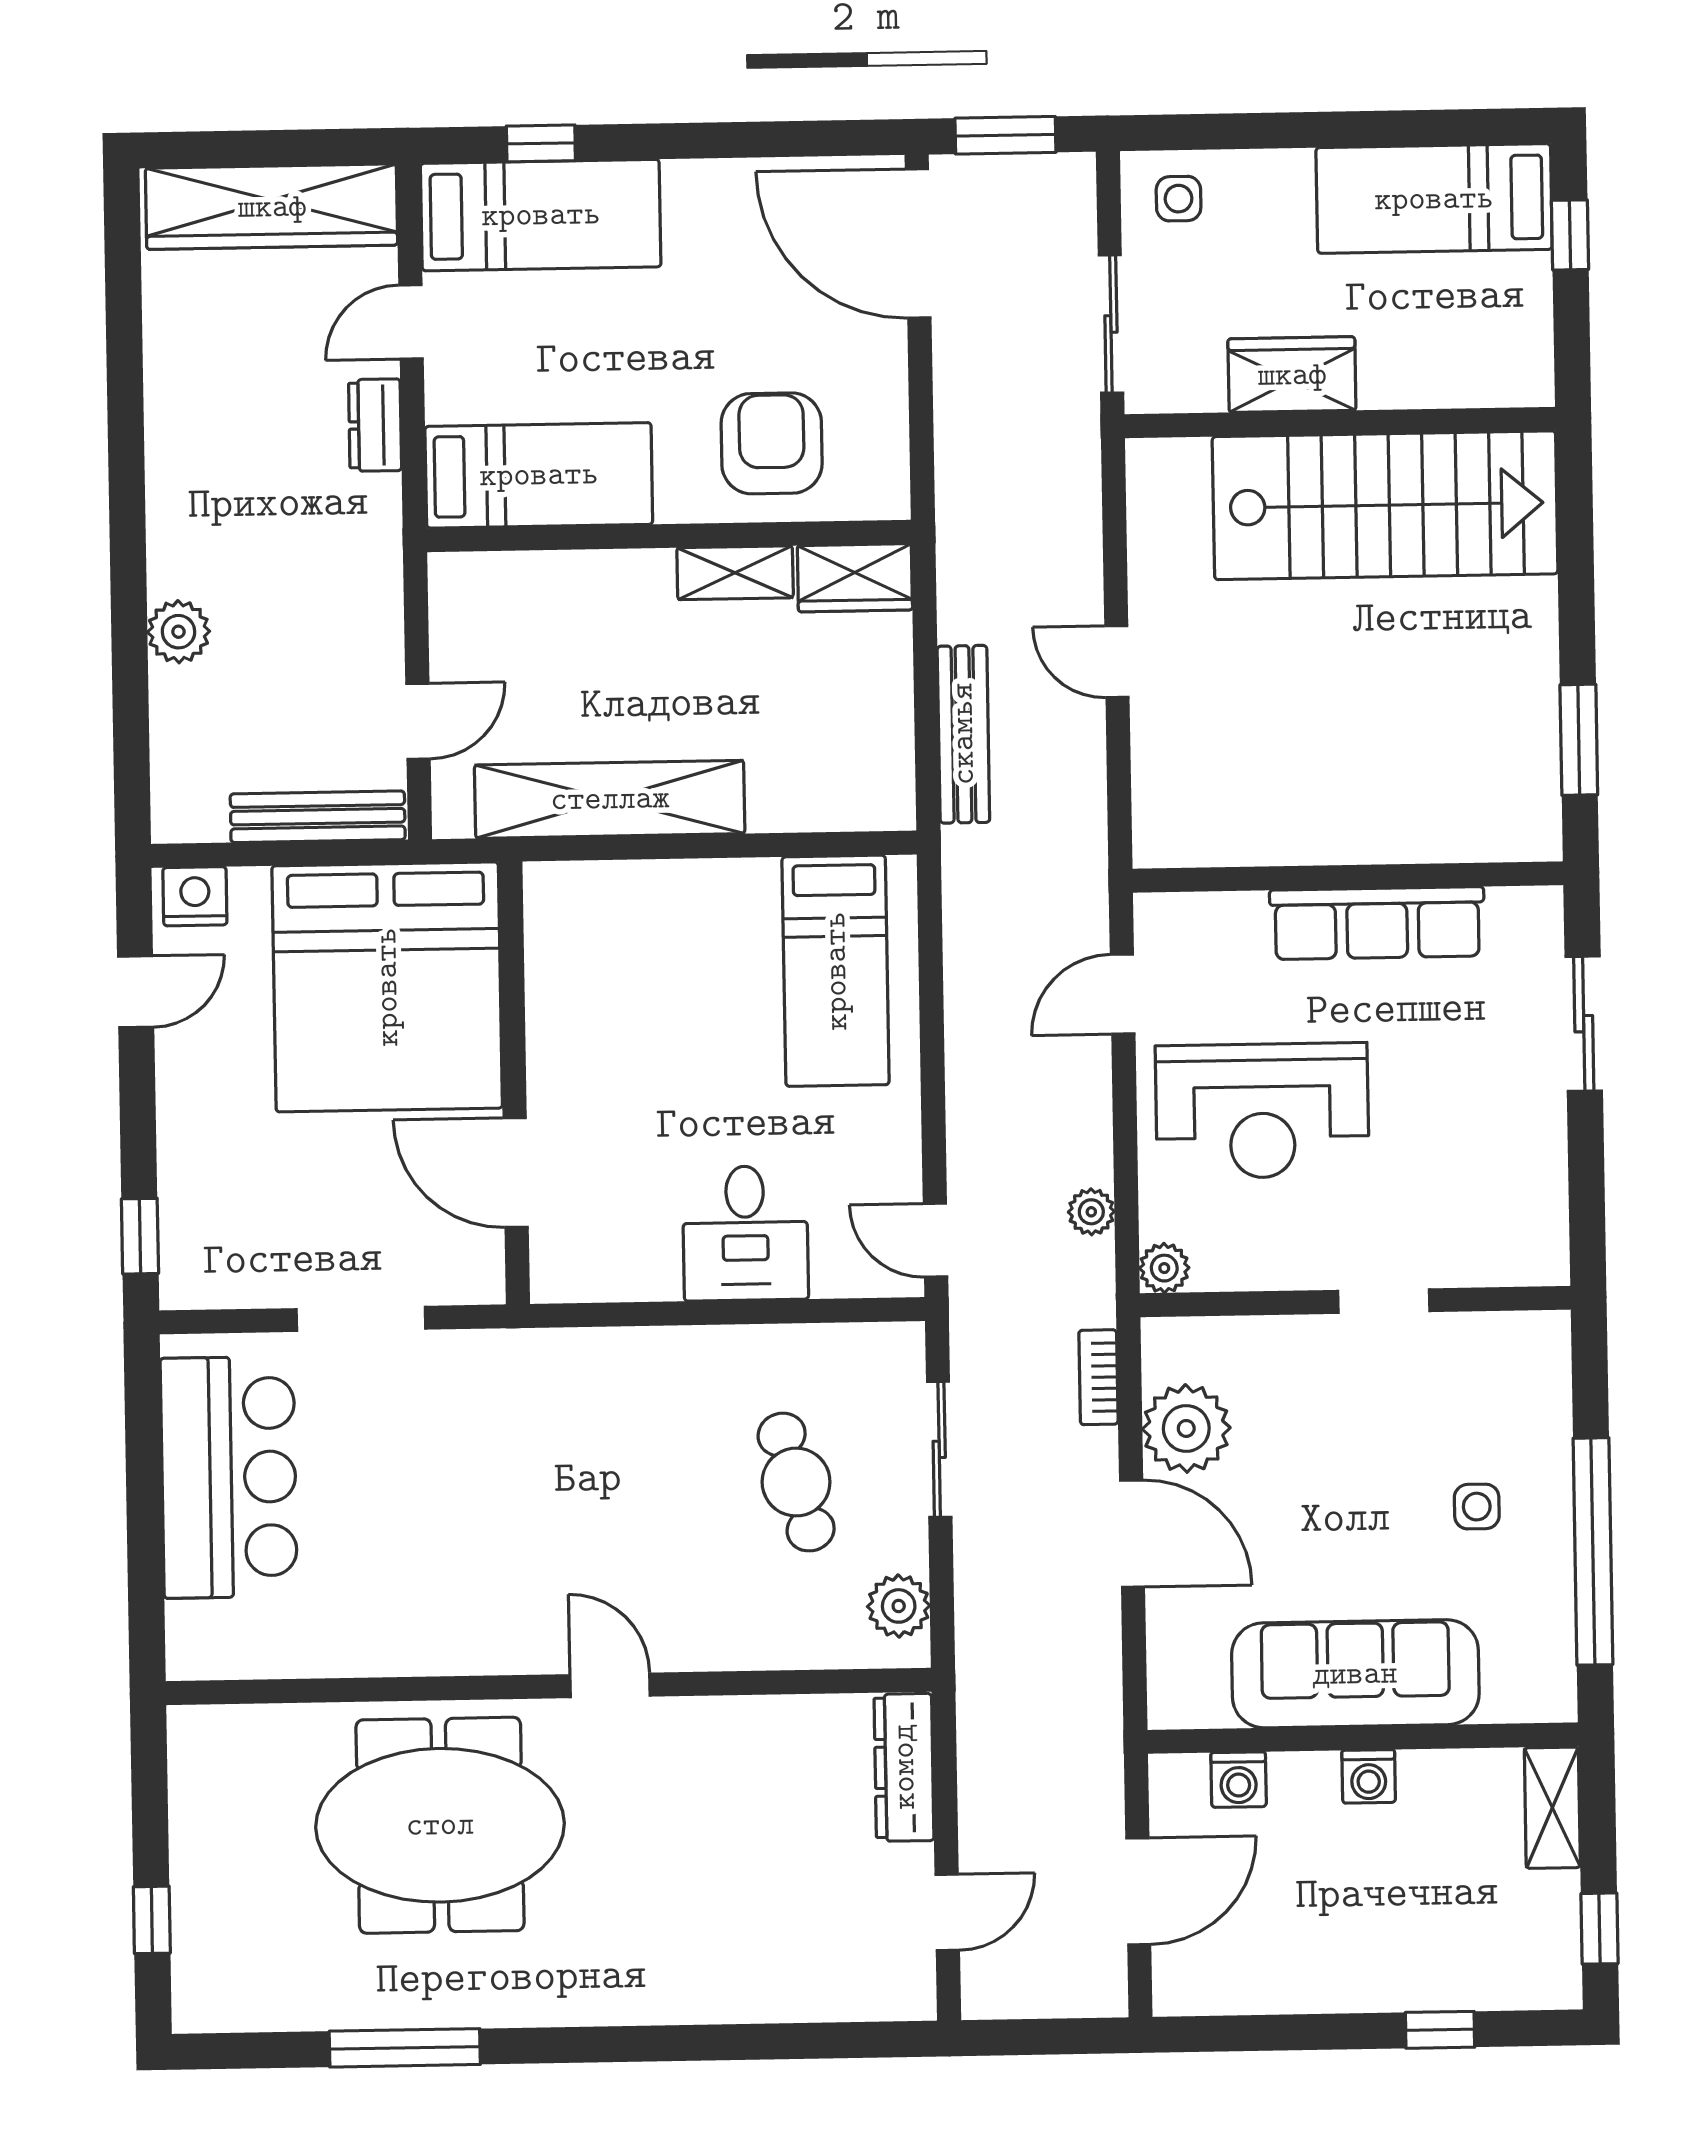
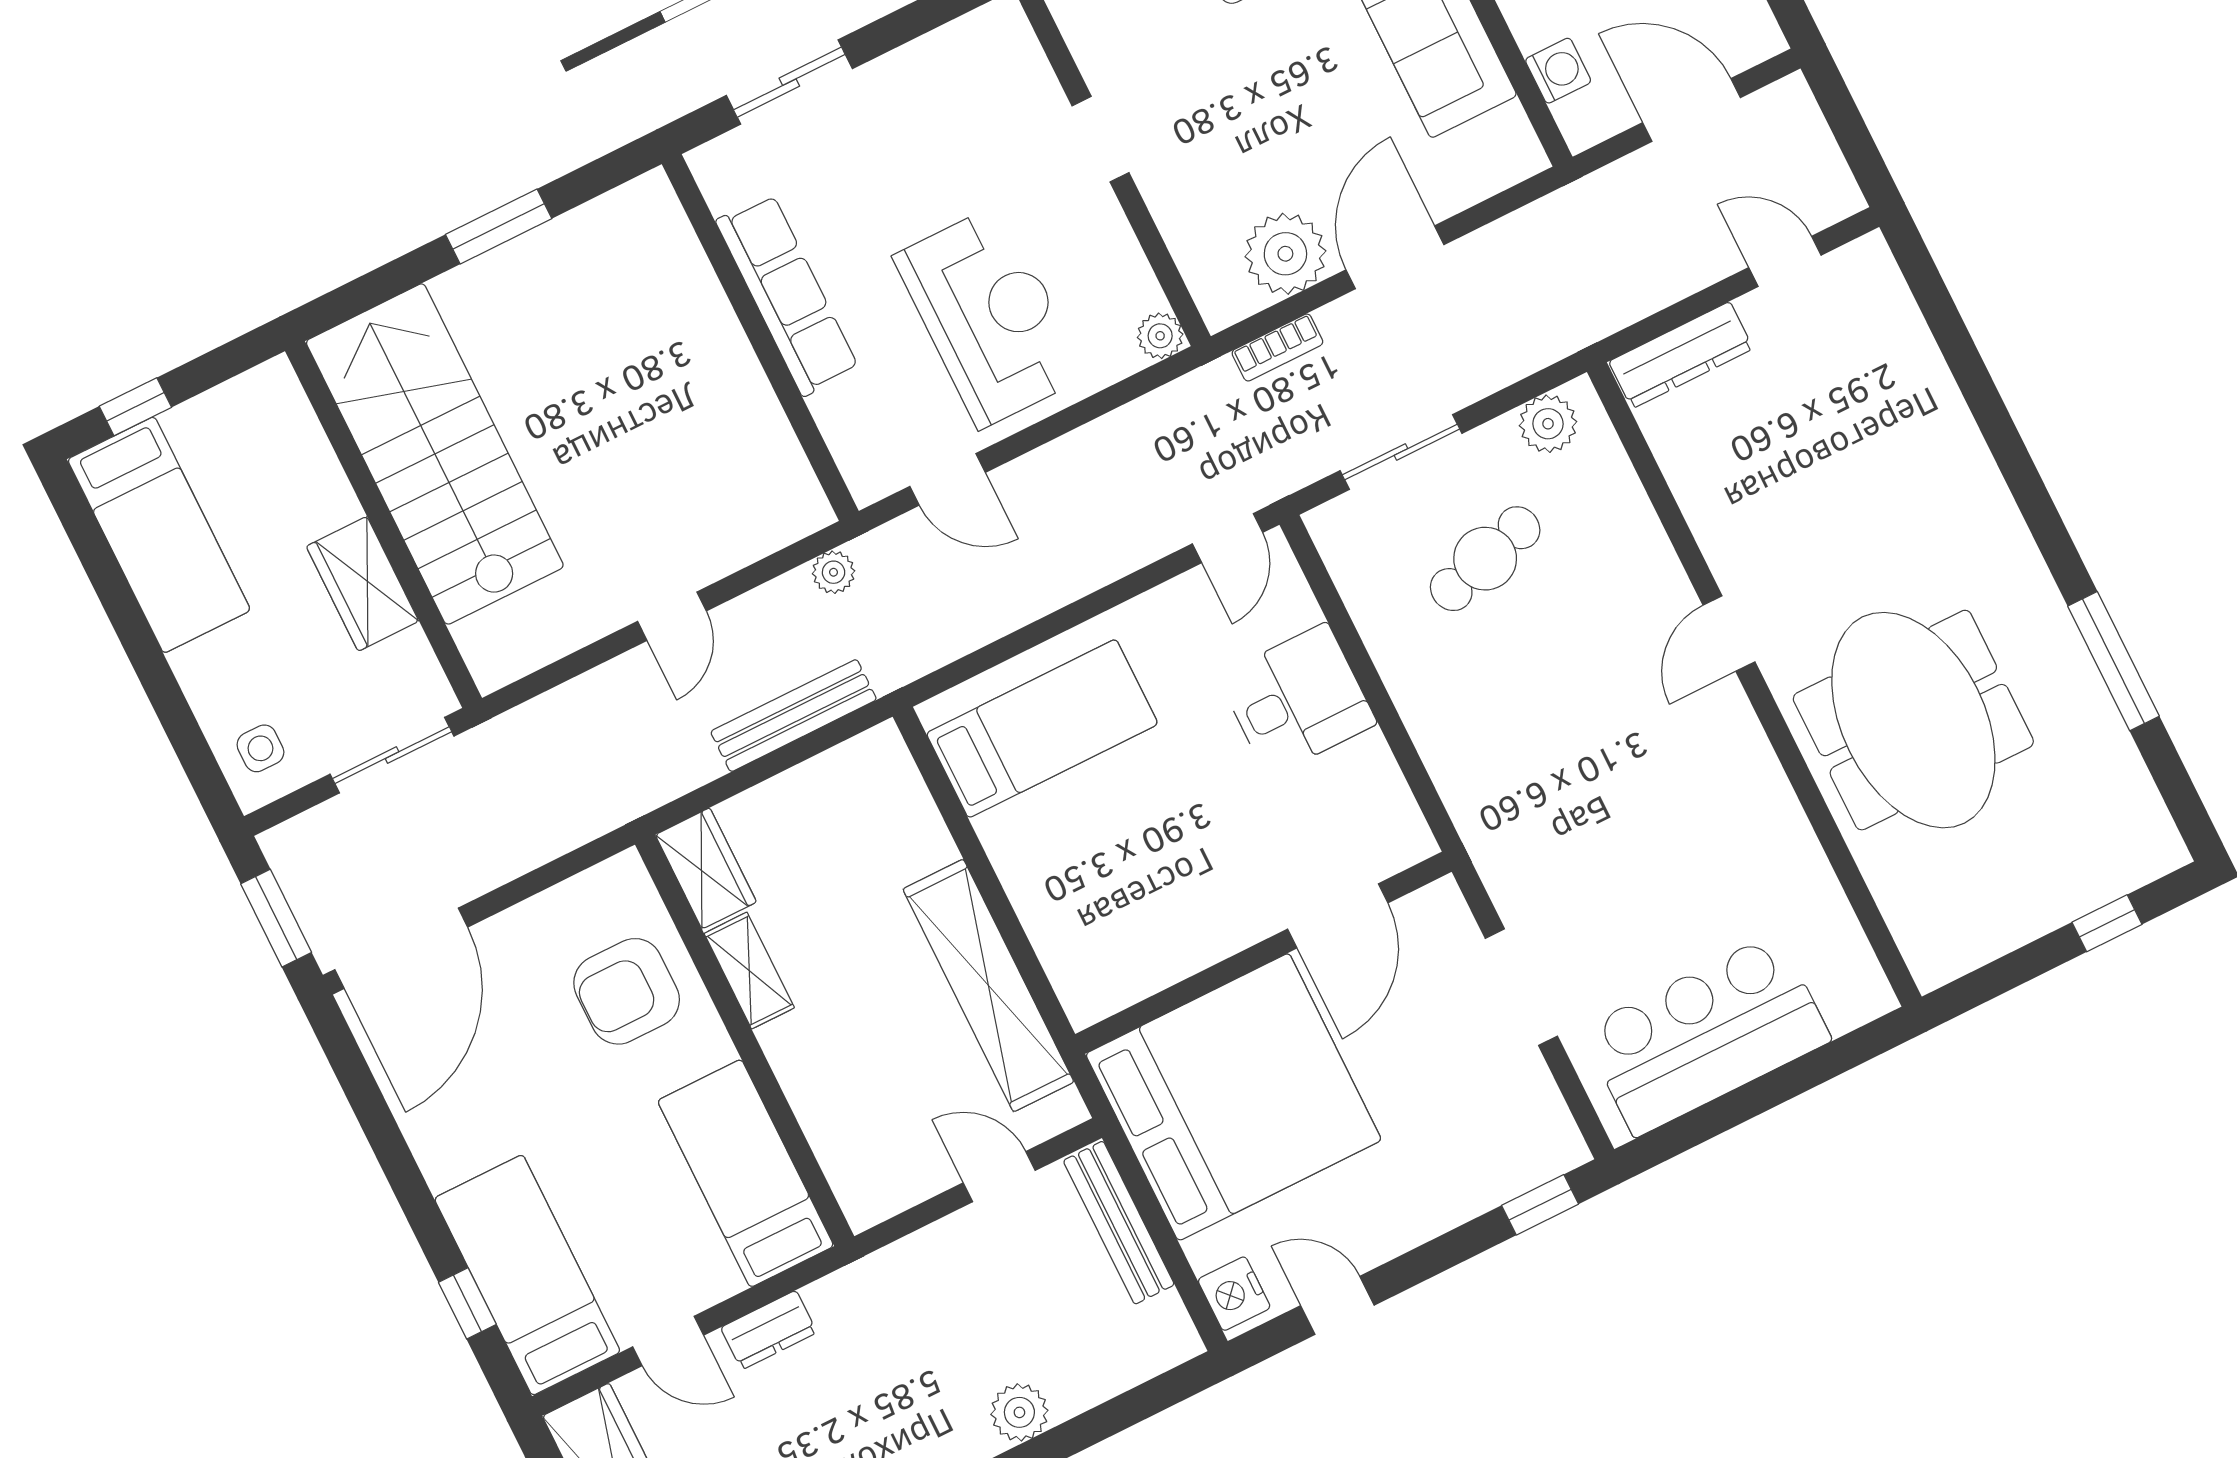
window: (1579, 740) -> (499, 226), moved
plant: (1091, 1212) -> (834, 572), moved

